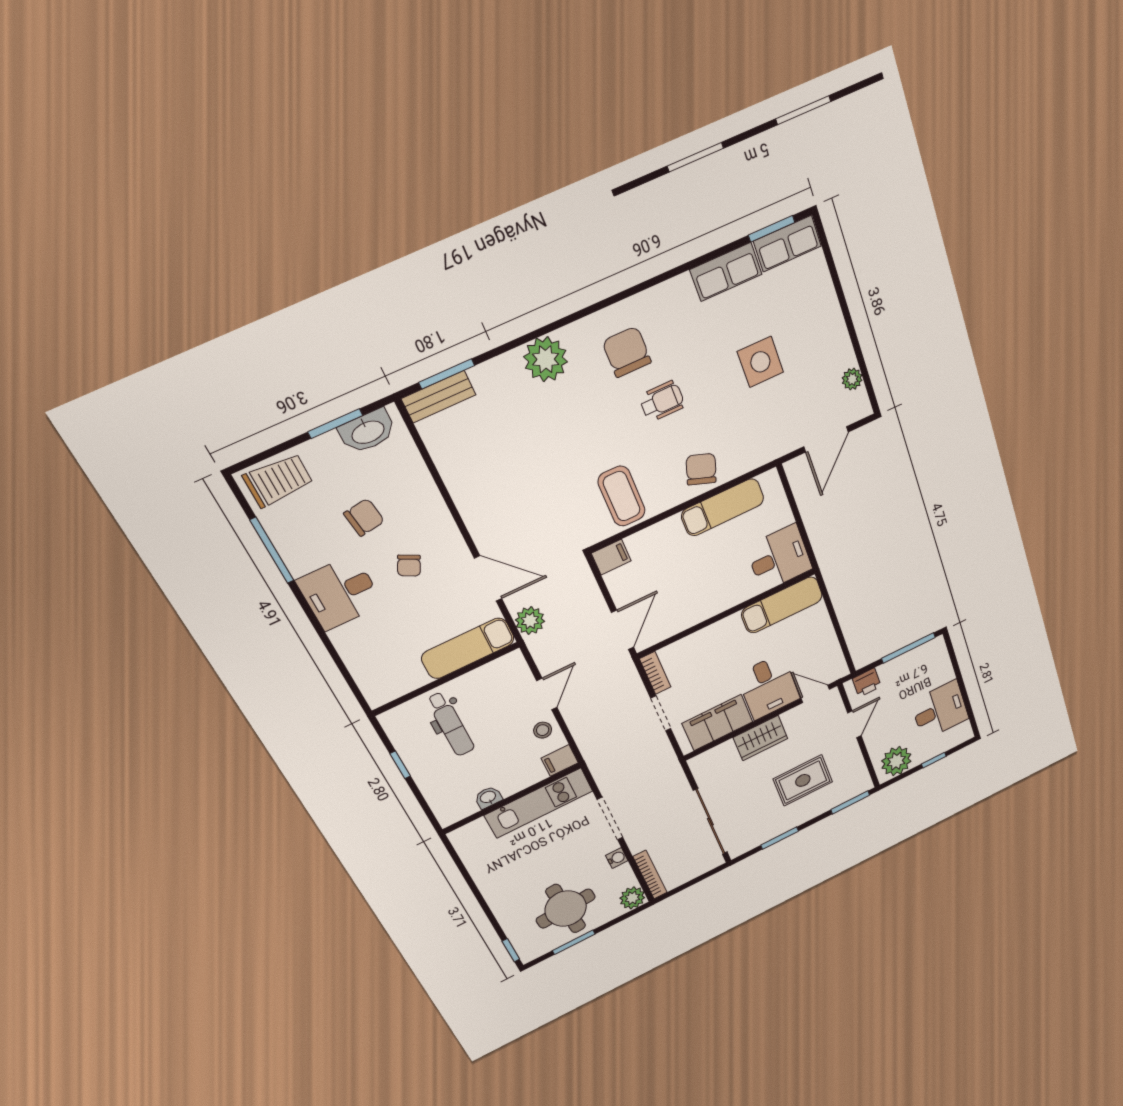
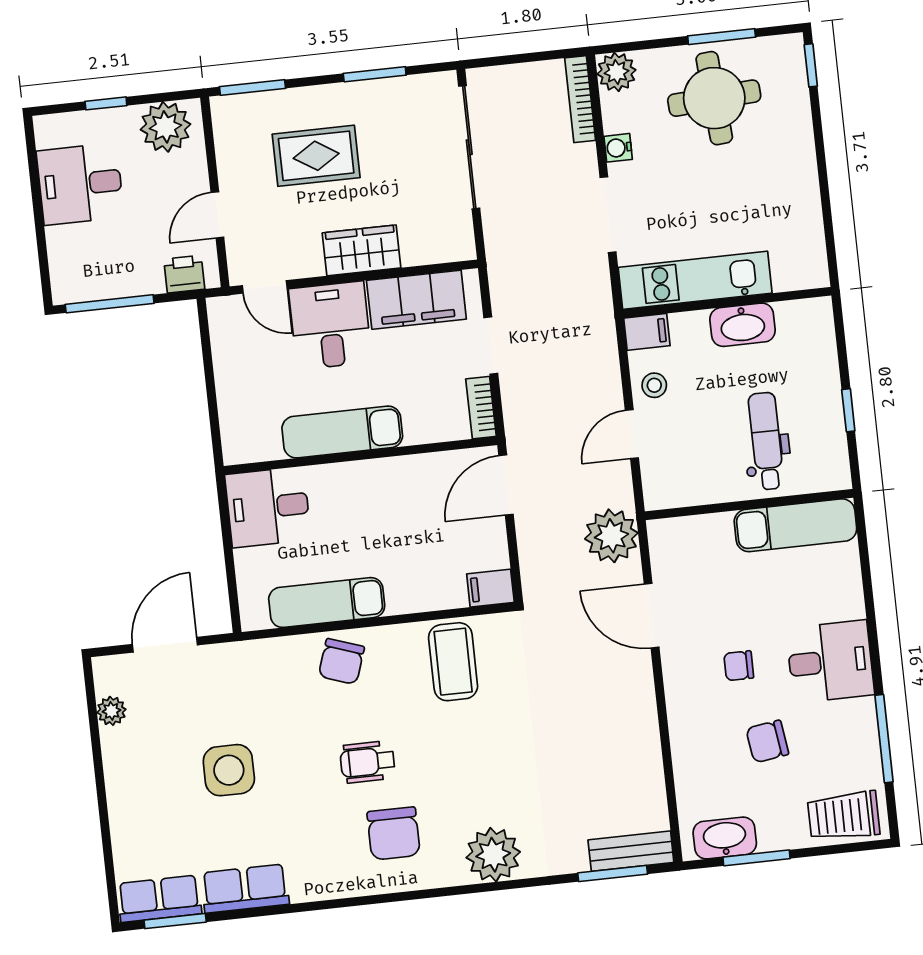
chair: (409, 566) -> (739, 666), turned -117
exam couch: (782, 605) -> (342, 432), moved
plant: (530, 621) -> (611, 536), width x1.36, depth x1.36
exam couch: (468, 648) -> (795, 525), moved
washbasin: (488, 797) -> (743, 325), width x1.91, depth x1.45

